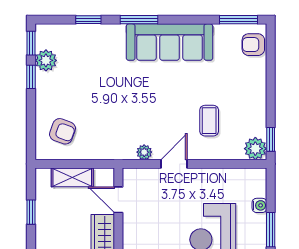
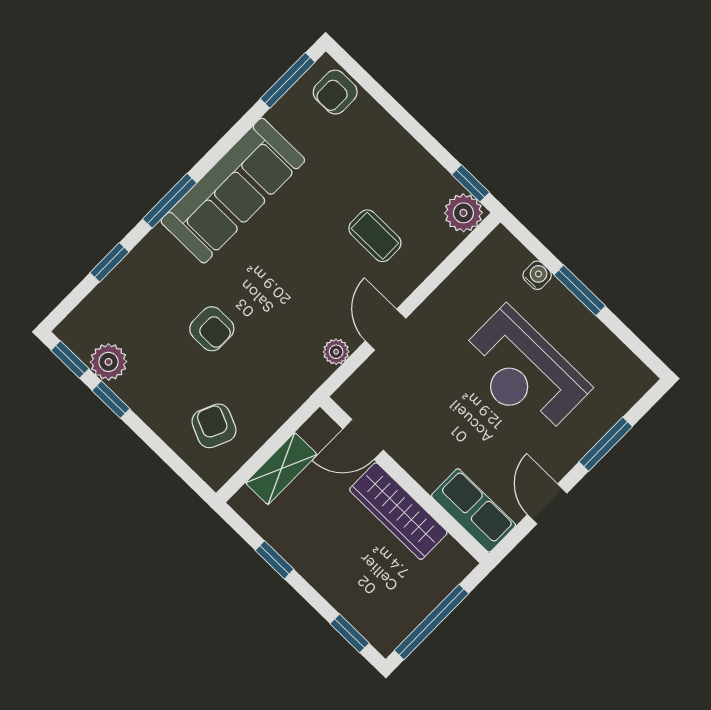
armchair: (103, 90) -> (212, 329), added
armchair: (62, 131) -> (214, 426), turned -86

